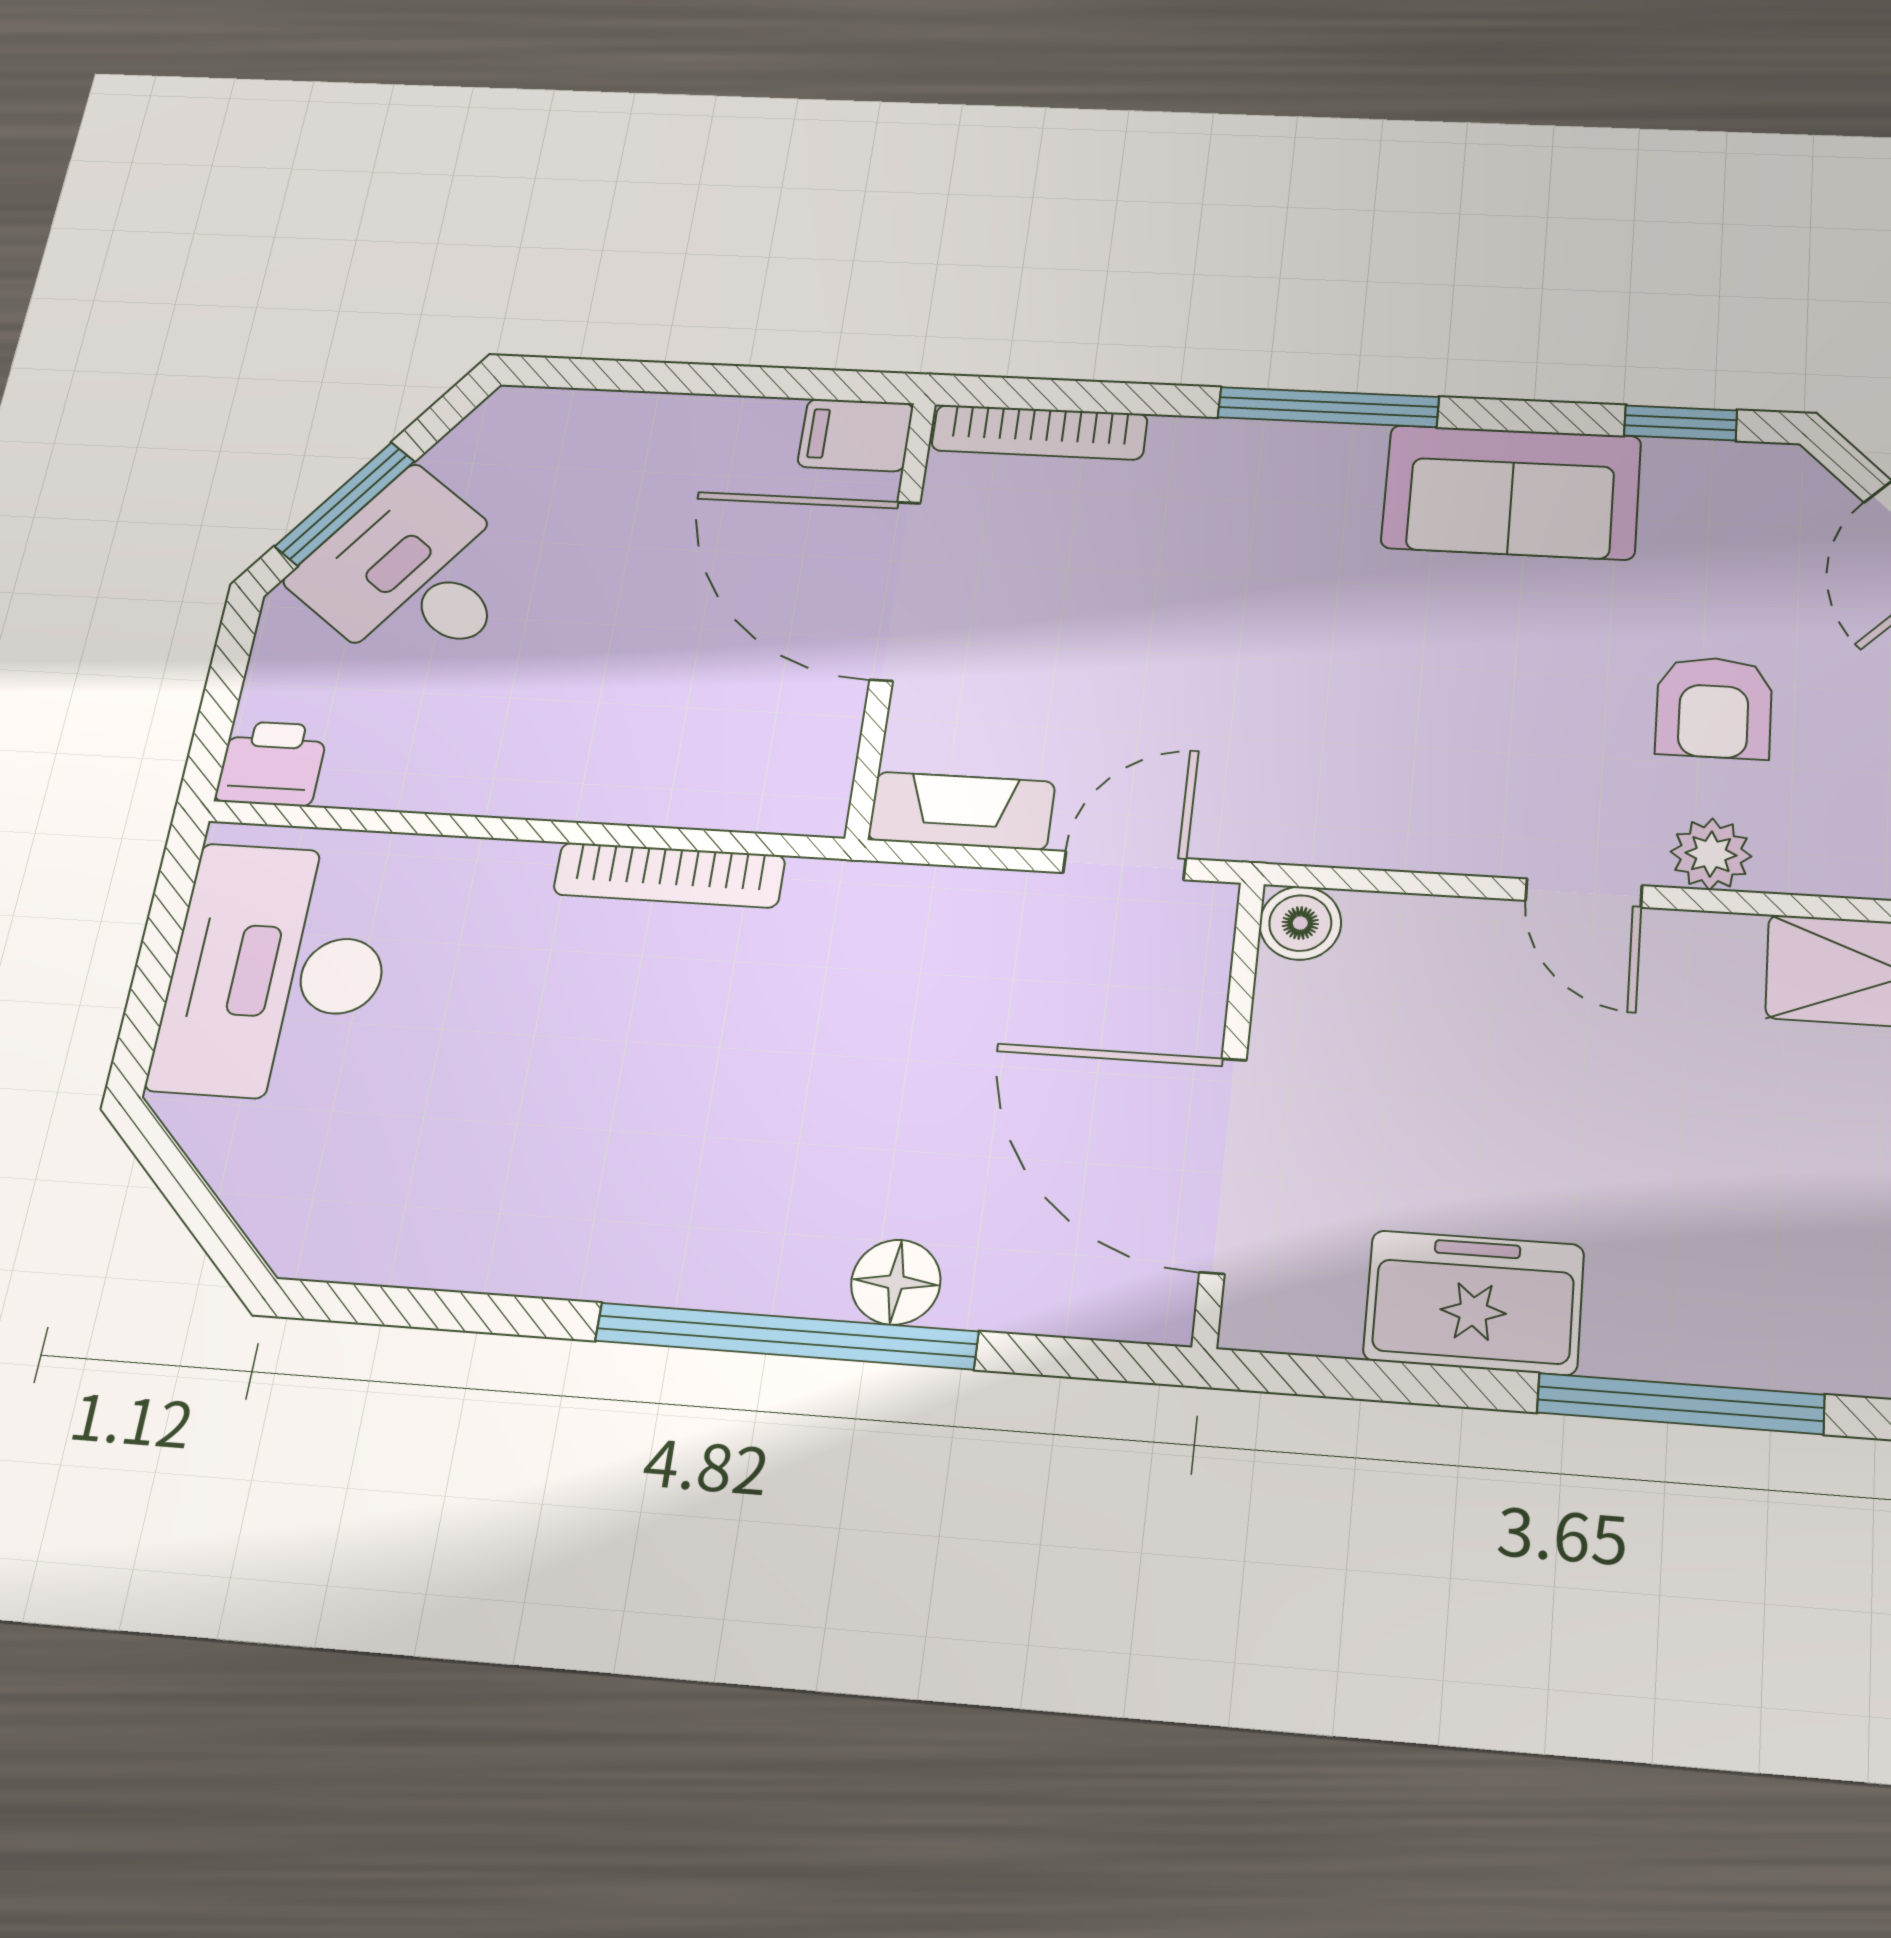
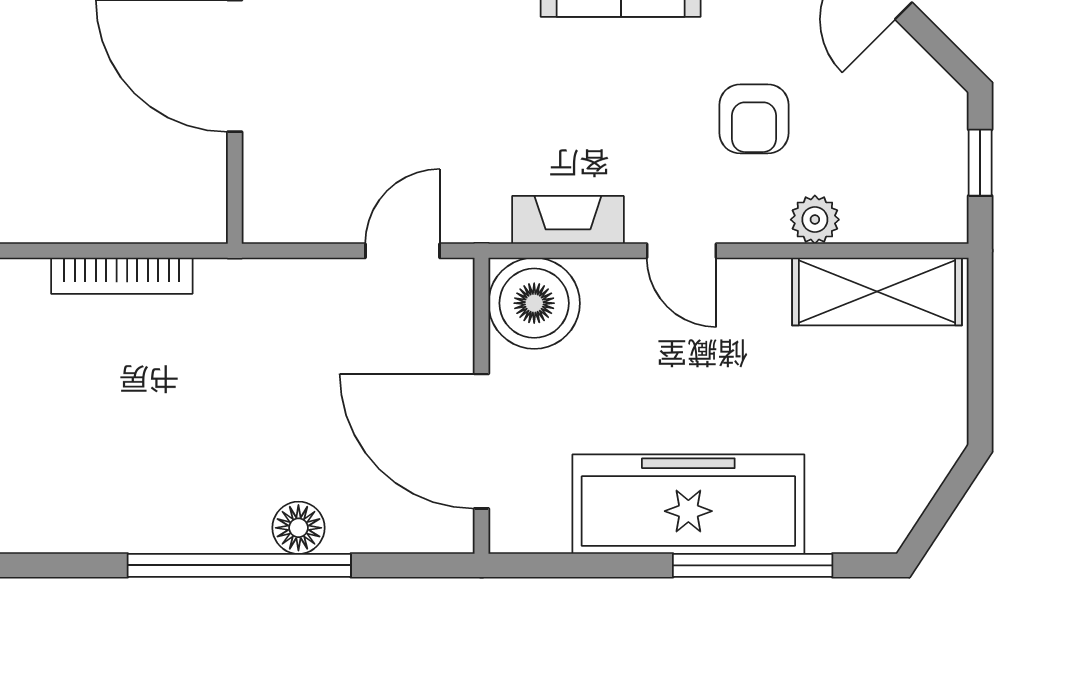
fireplace: (962, 811) -> (568, 220), moved
plant: (1711, 854) -> (815, 220), moved
boiler: (1300, 923) -> (534, 303), width x1.86, depth x1.86
freezer: (1474, 1302) -> (688, 504), width x1.91, depth x1.26

